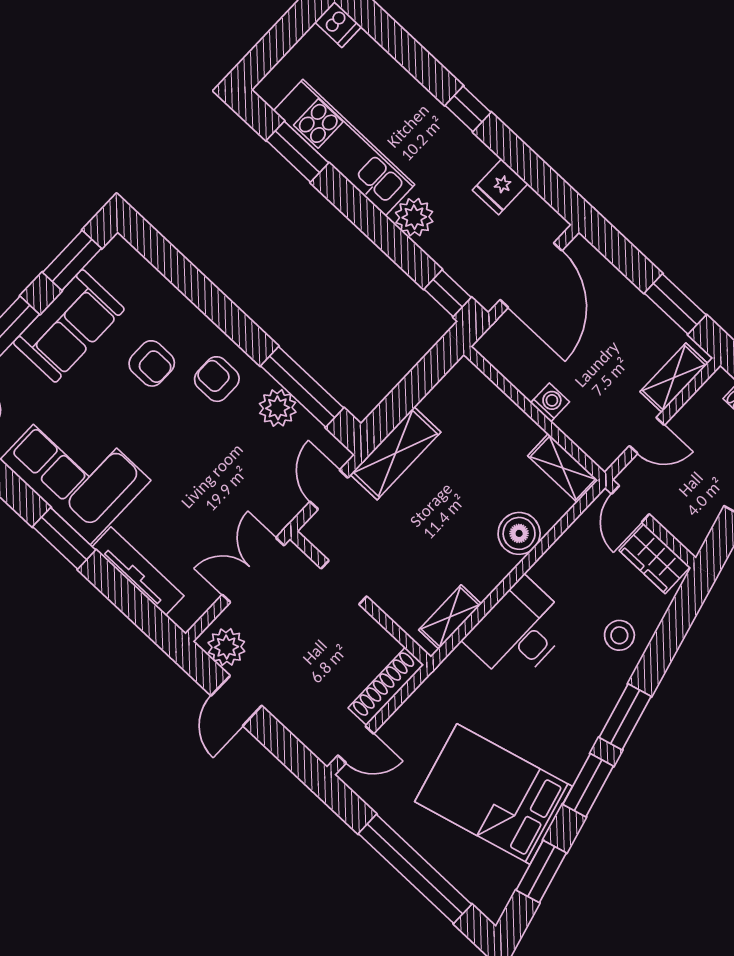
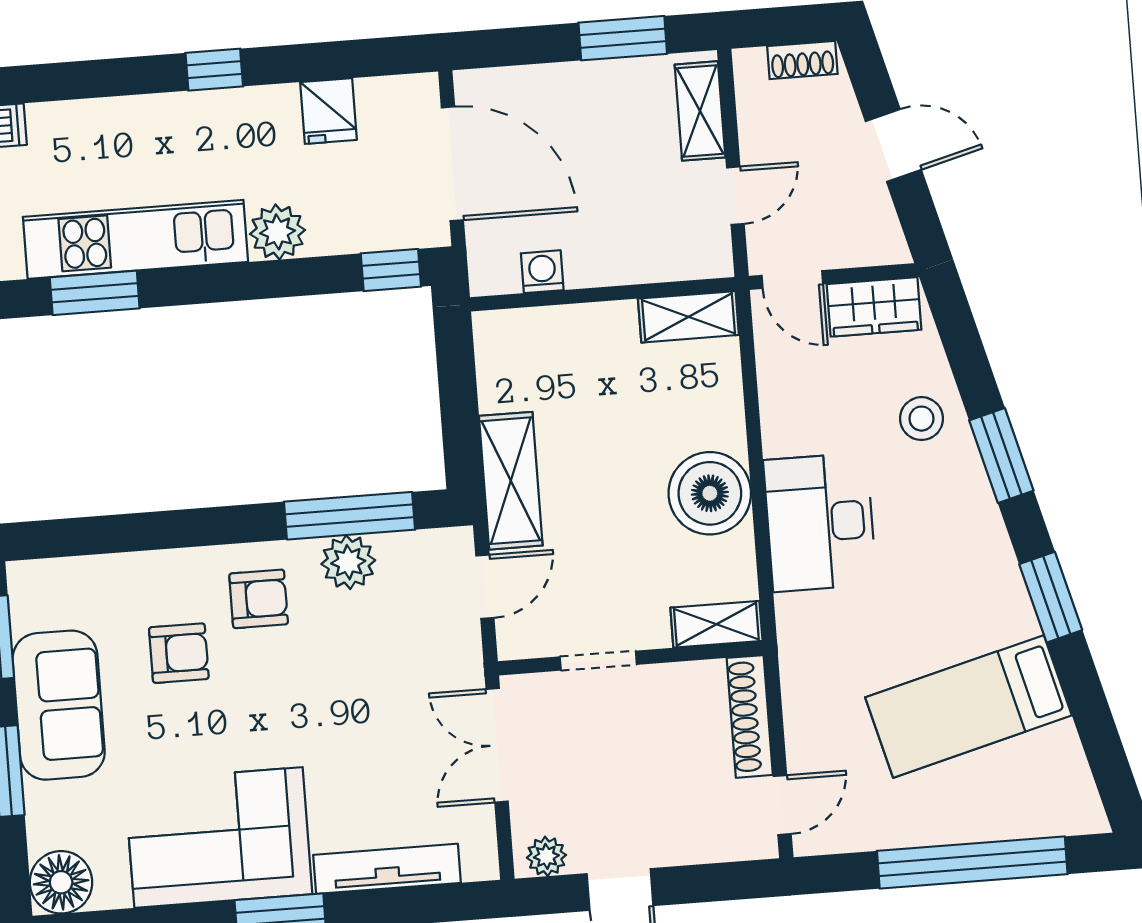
armchair: (217, 379) -> (259, 599), turned 180
washing machine: (550, 402) -> (542, 272), moved
door: (329, 490) -> (485, 587), swing flipped
boiler: (519, 533) -> (710, 493), moved, width x1.37, depth x1.37
shelving: (450, 617) -> (716, 624), moved, turned 90
plant: (226, 647) -> (546, 856), width x0.73, depth x0.73
window: (625, 717) -> (1001, 455), moved
bed: (493, 794) -> (969, 706), width x0.67
window: (541, 872) -> (1097, 731), removed

